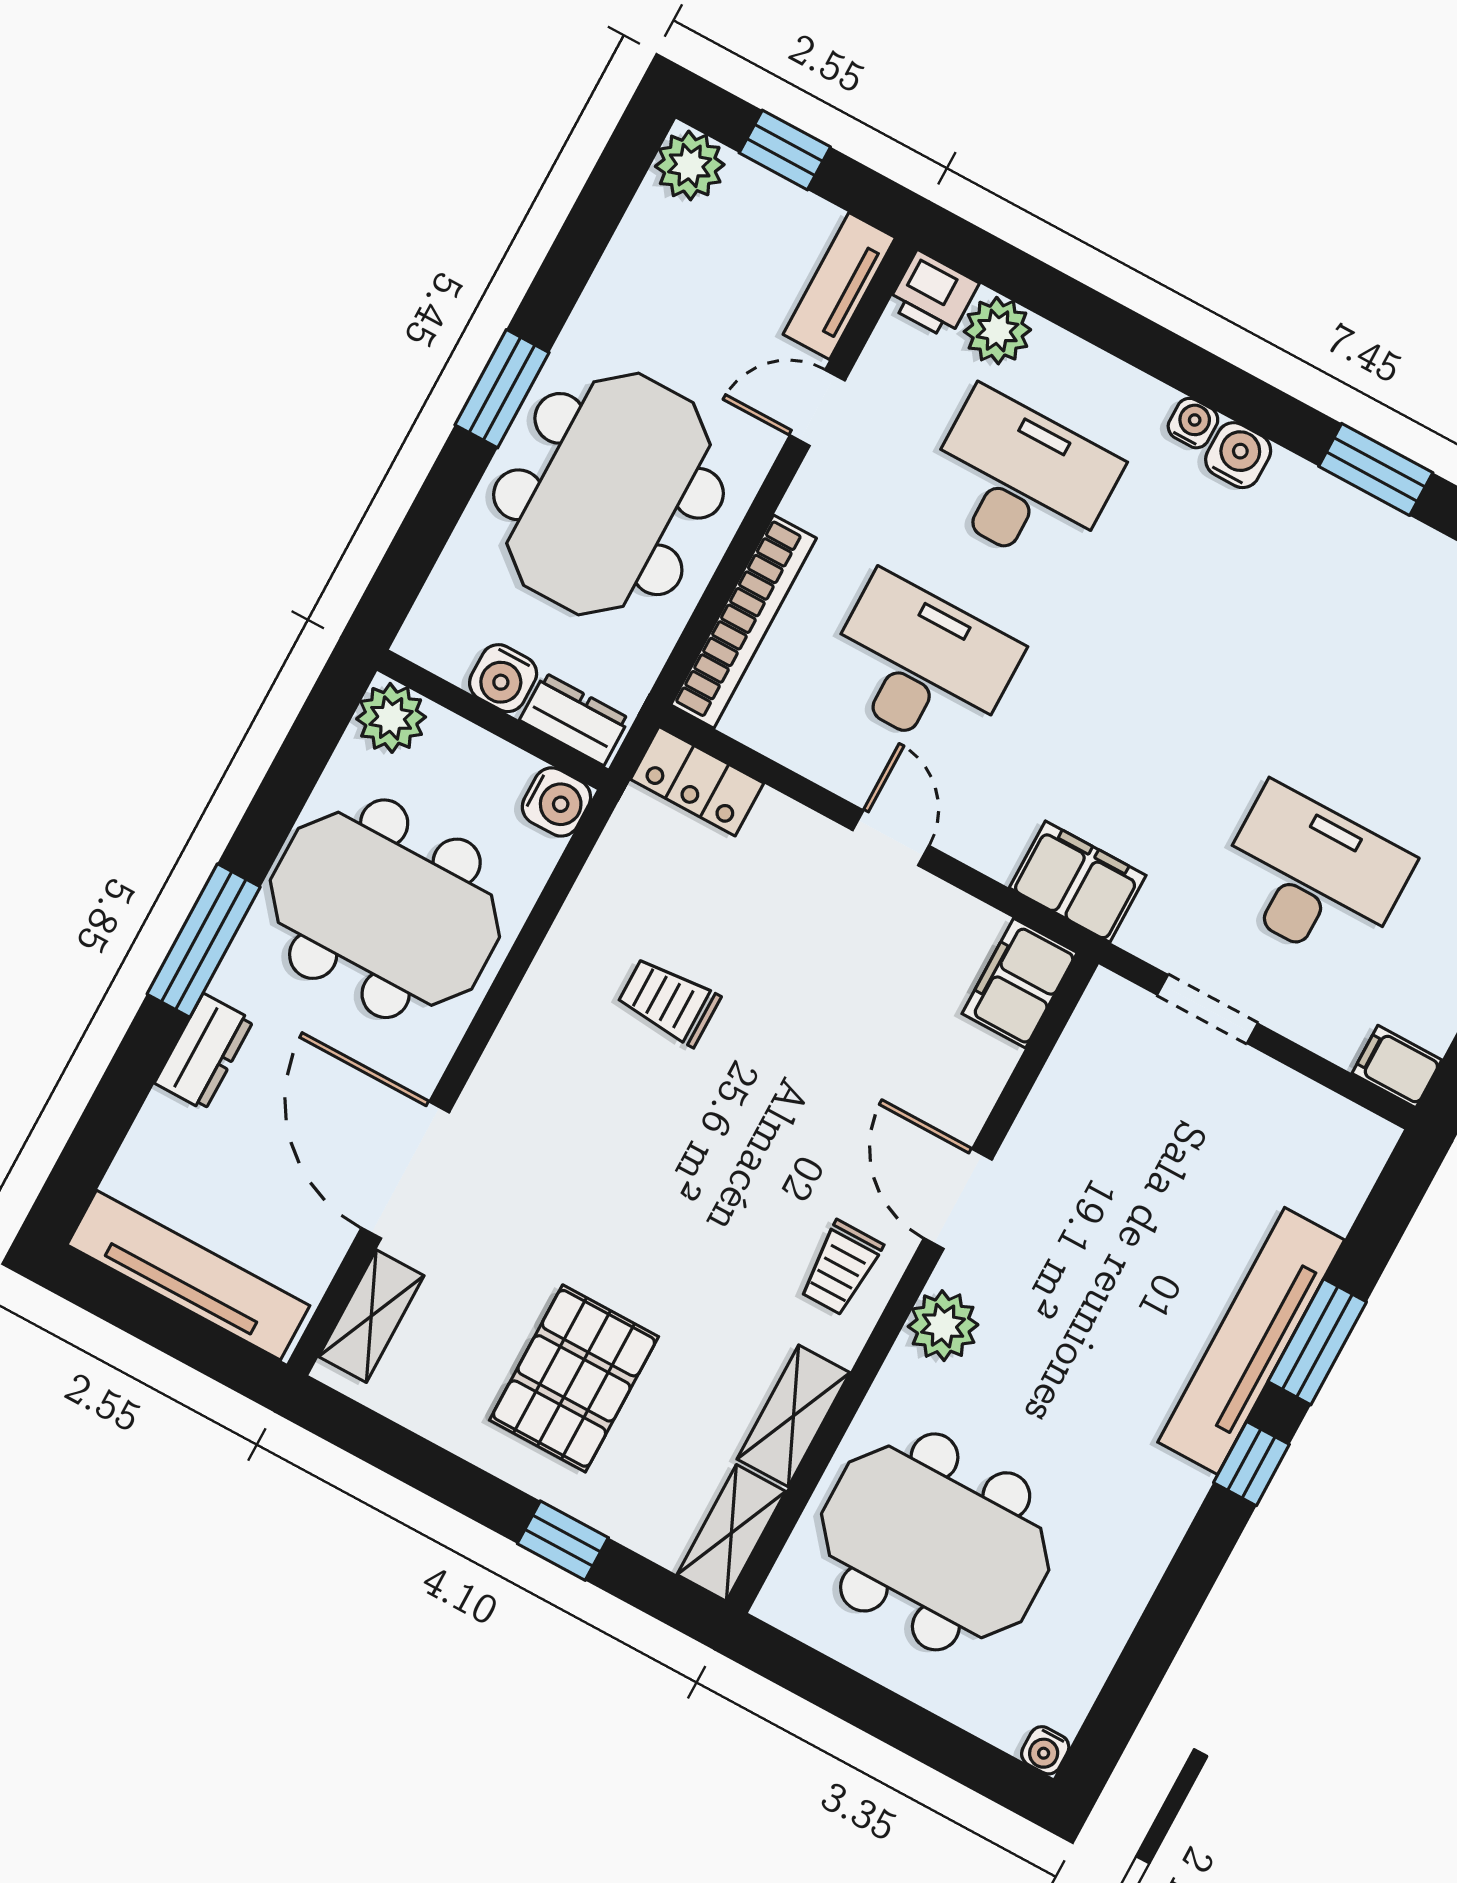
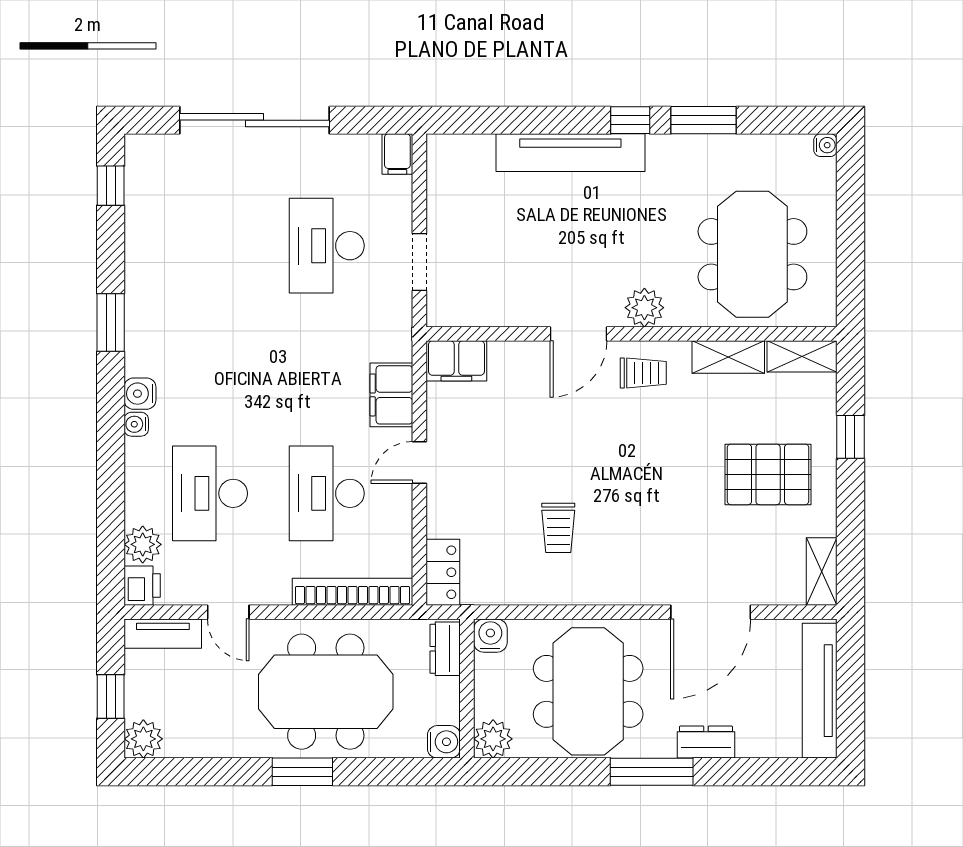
water cooler: (503, 678) -> (444, 742), moved
filing cabinet: (1078, 882) -> (391, 395), moved
shelving: (371, 1316) -> (822, 572), moved, turned 90
window: (1317, 1342) -> (703, 120), moved

